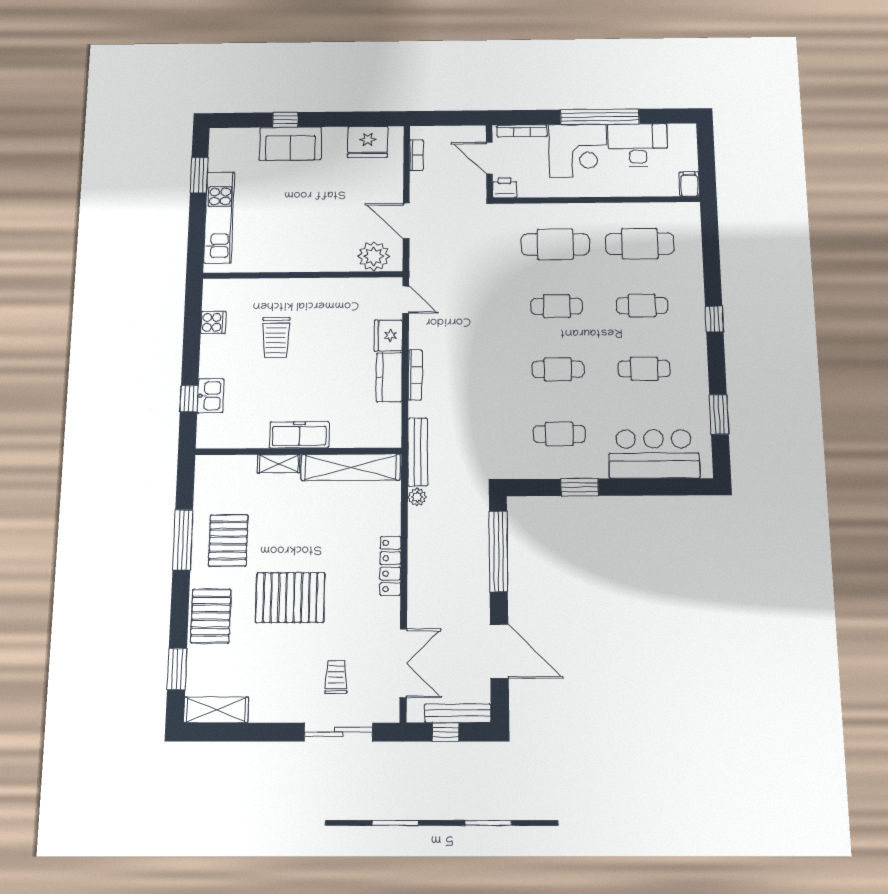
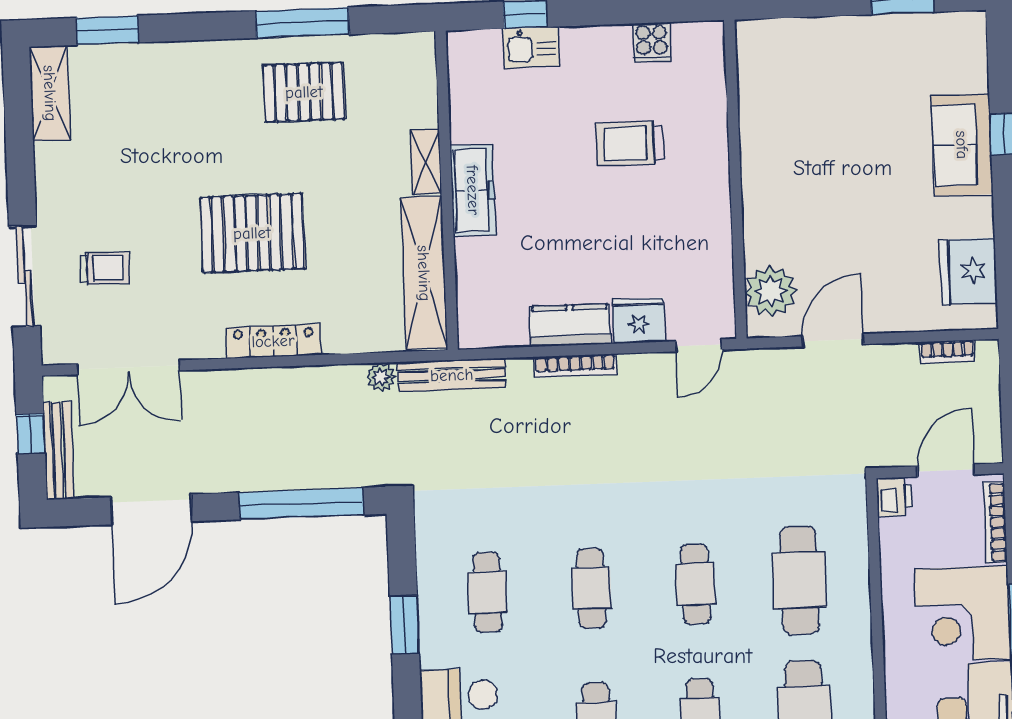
kitchen unit: (219, 217) -> (830, 38), removed
pallet: (290, 597) -> (252, 233), moved, turned 90
pallet: (211, 616) -> (188, 75), removed

